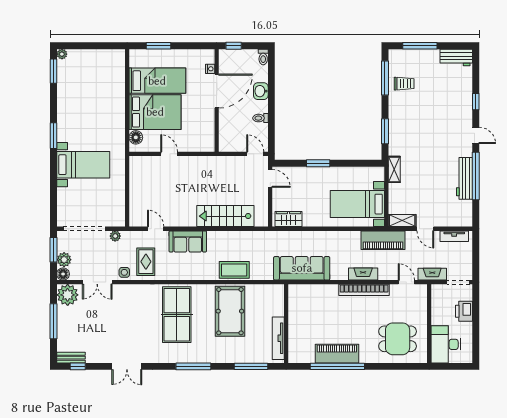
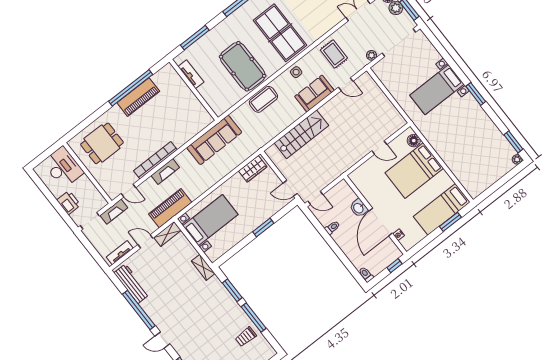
window: (385, 78) -> (254, 318), moved
bed: (157, 81) -> (442, 209), moved
washbasin: (261, 91) -> (359, 208), moved, turned 180
workbench: (465, 178) -> (132, 284), moved
side table: (124, 272) -> (296, 72), moved
tv unit: (278, 338) -> (191, 74), width x0.71

